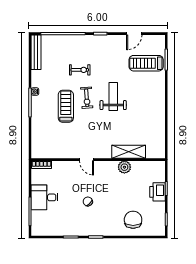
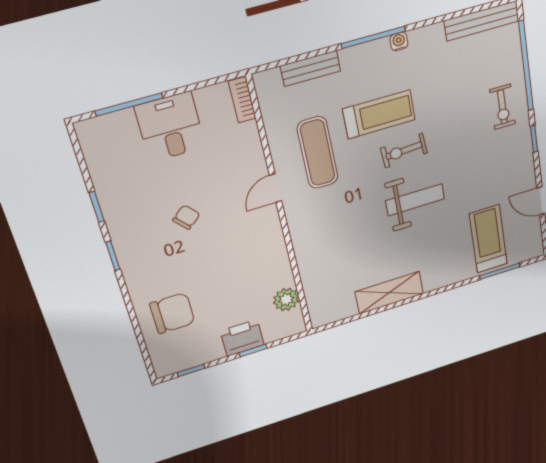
exercise bike: (80, 70) -> (502, 107), moved
bench: (36, 133) -> (310, 68), added
exercise mat: (76, 137) -> (318, 153), added
shelving: (129, 152) -> (389, 293), moved, turned 90
plant: (124, 167) -> (286, 299), moved

